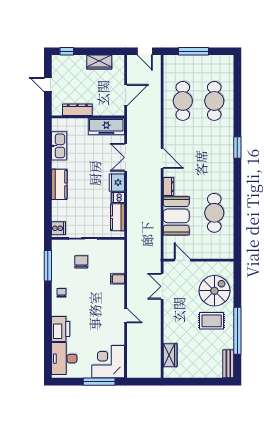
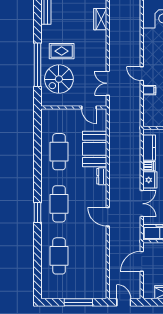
cafe table: (183, 101) -> (59, 204), moved
door: (162, 158) -> (108, 217), moved
double door: (162, 286) -> (108, 83), swing flipped
door: (126, 315) -> (142, 74), moved
window: (237, 331) -> (37, 65), moved

